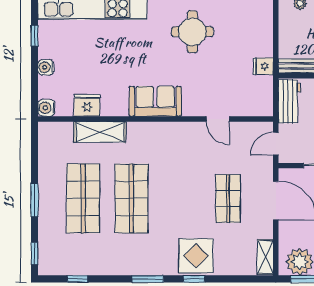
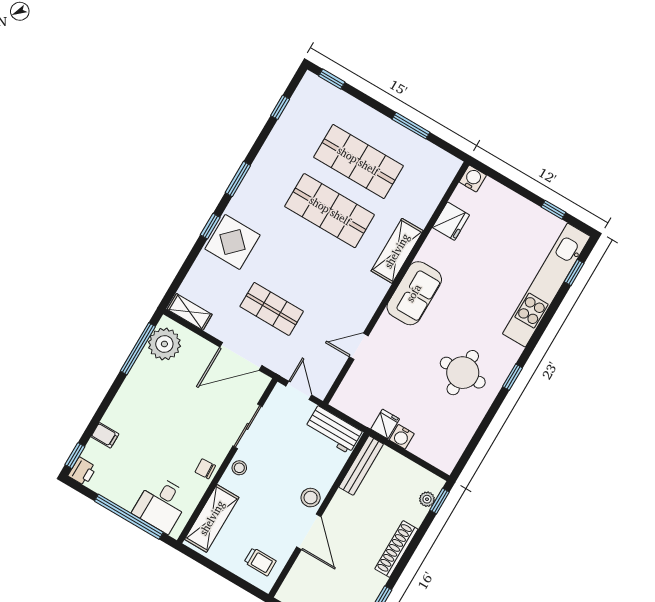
water cooler: (46, 67) -> (402, 437), moved, turned 180
shelving: (100, 132) -> (397, 251), moved
window: (35, 200) -> (411, 126), moved

